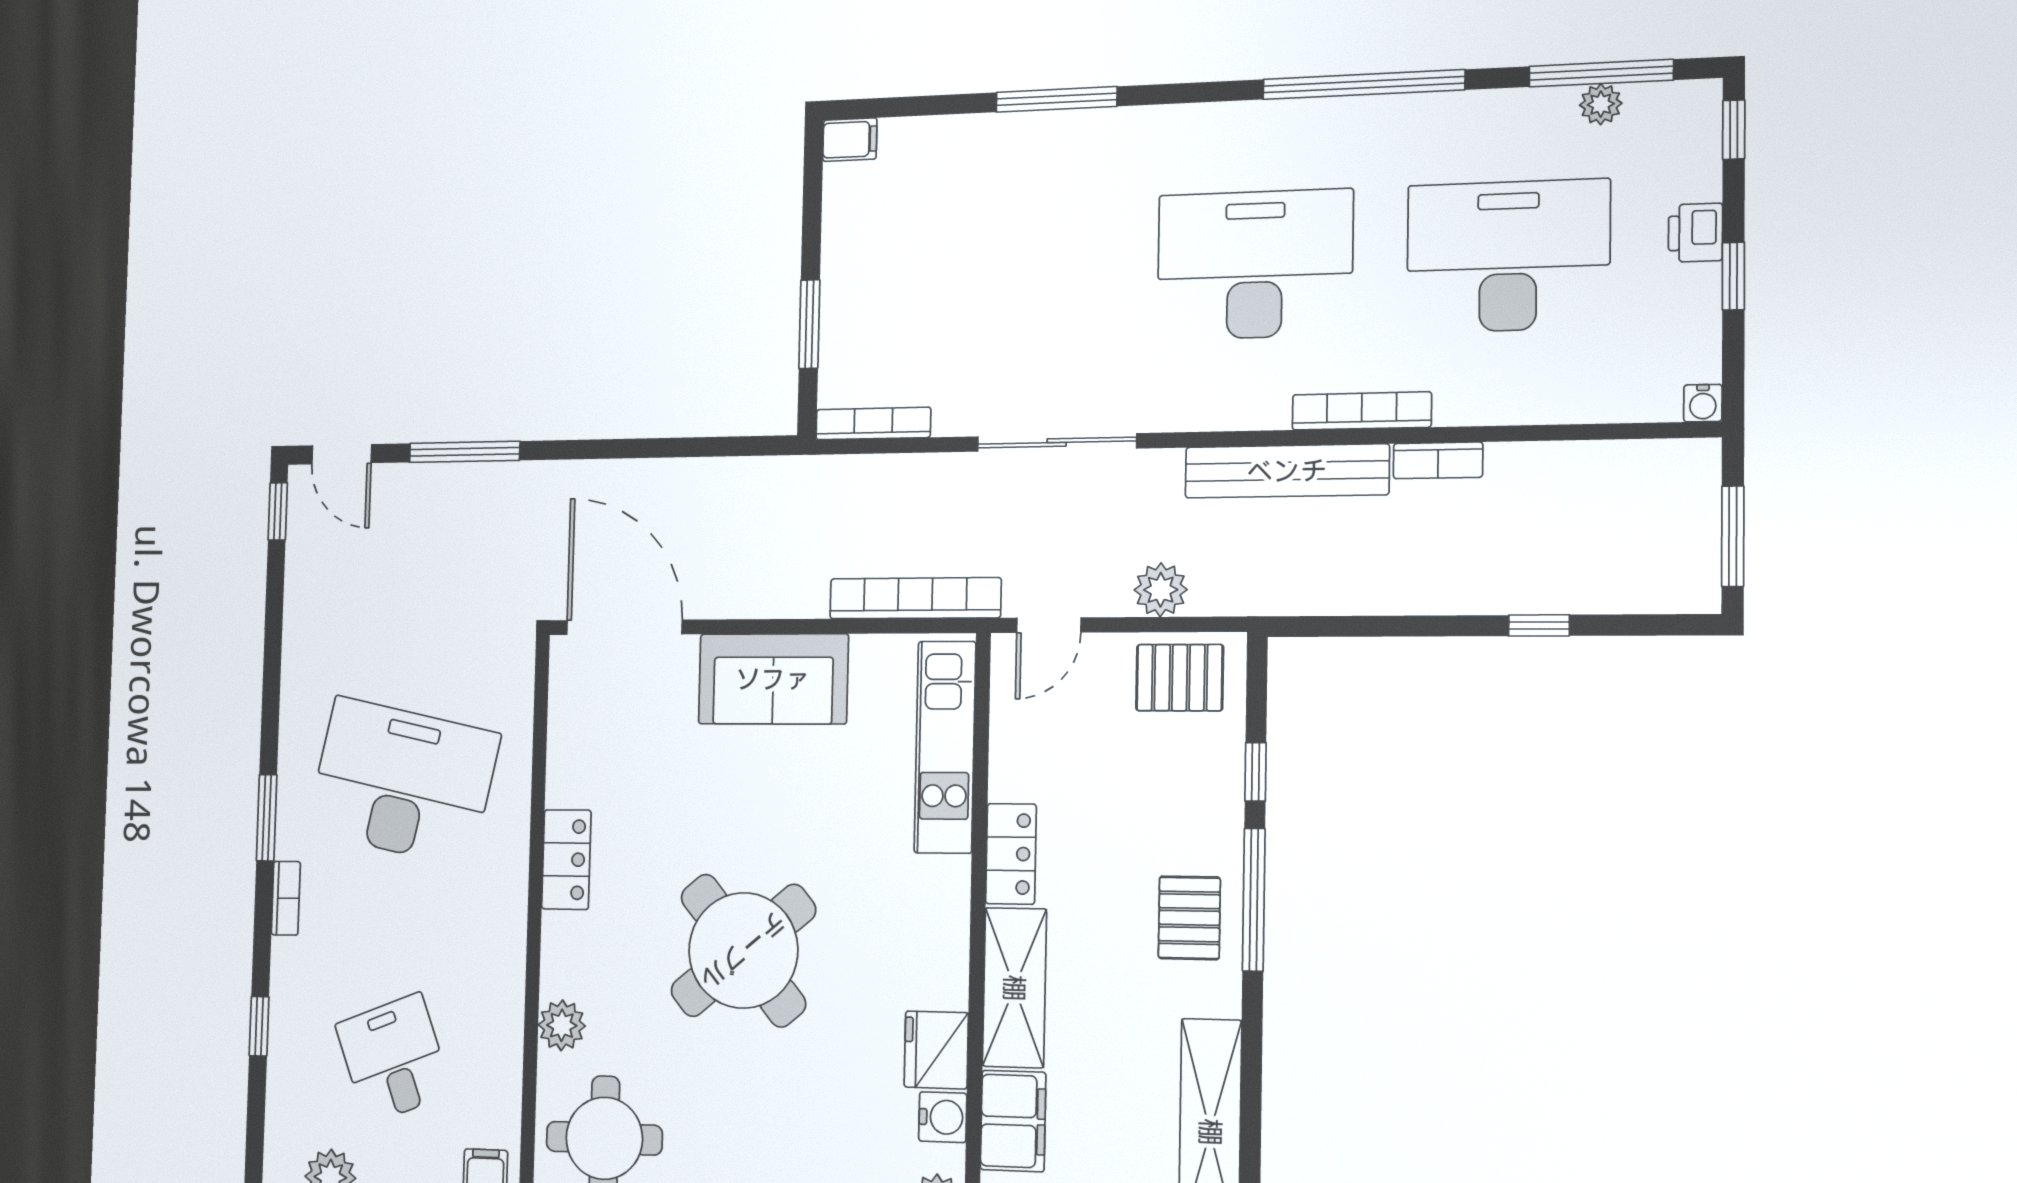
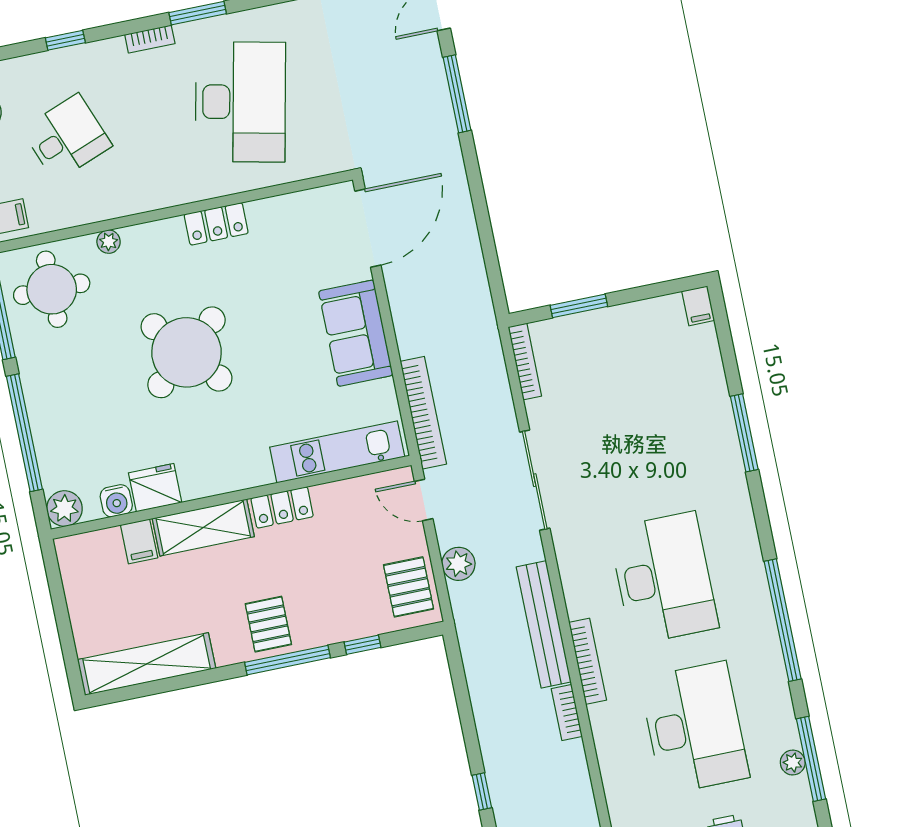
pallet: (1189, 918) -> (268, 624), turned 90
plant: (562, 1025) -> (109, 242), width x0.73, depth x0.73
filing cabinet: (1013, 1121) -> (139, 541), width x0.50

